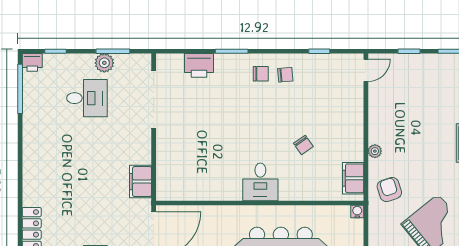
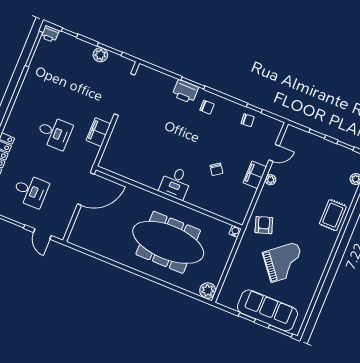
printer: (199, 65) -> (185, 91), moved
door: (366, 70) -> (274, 153), moved
chair: (285, 75) -> (248, 120), moved
desk: (87, 98) -> (54, 133), moved
plant: (375, 151) -> (271, 180), moved
filing cabinet: (353, 178) -> (255, 175), moved
filing cabinet: (141, 182) -> (98, 132), moved

